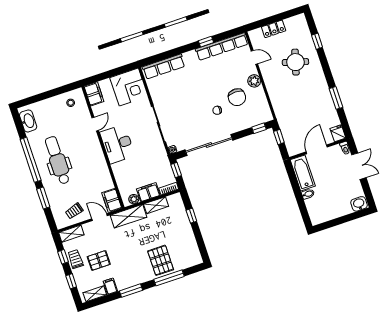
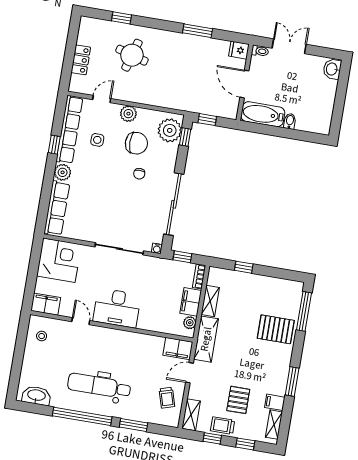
plant: (190, 57) -> (63, 172), added
side table: (225, 69) -> (97, 140), added
plant: (258, 115) -> (170, 130), added
window: (169, 278) -> (304, 311), moved

